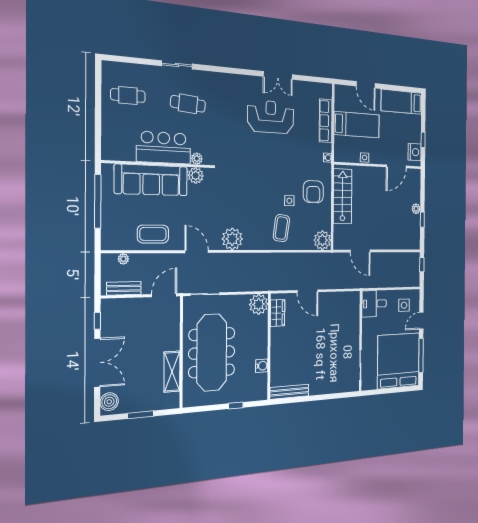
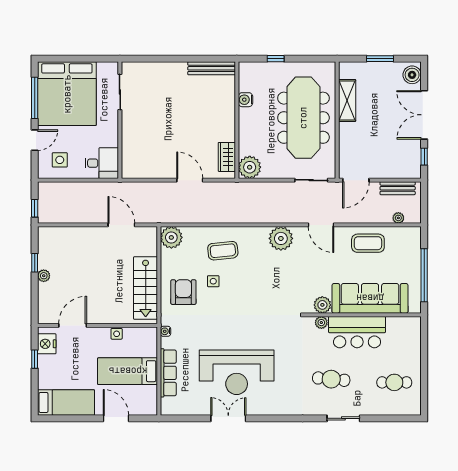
reception desk: (271, 117) -> (237, 372), width x1.36, depth x1.30
coffee table: (281, 228) -> (223, 251), turned 76

